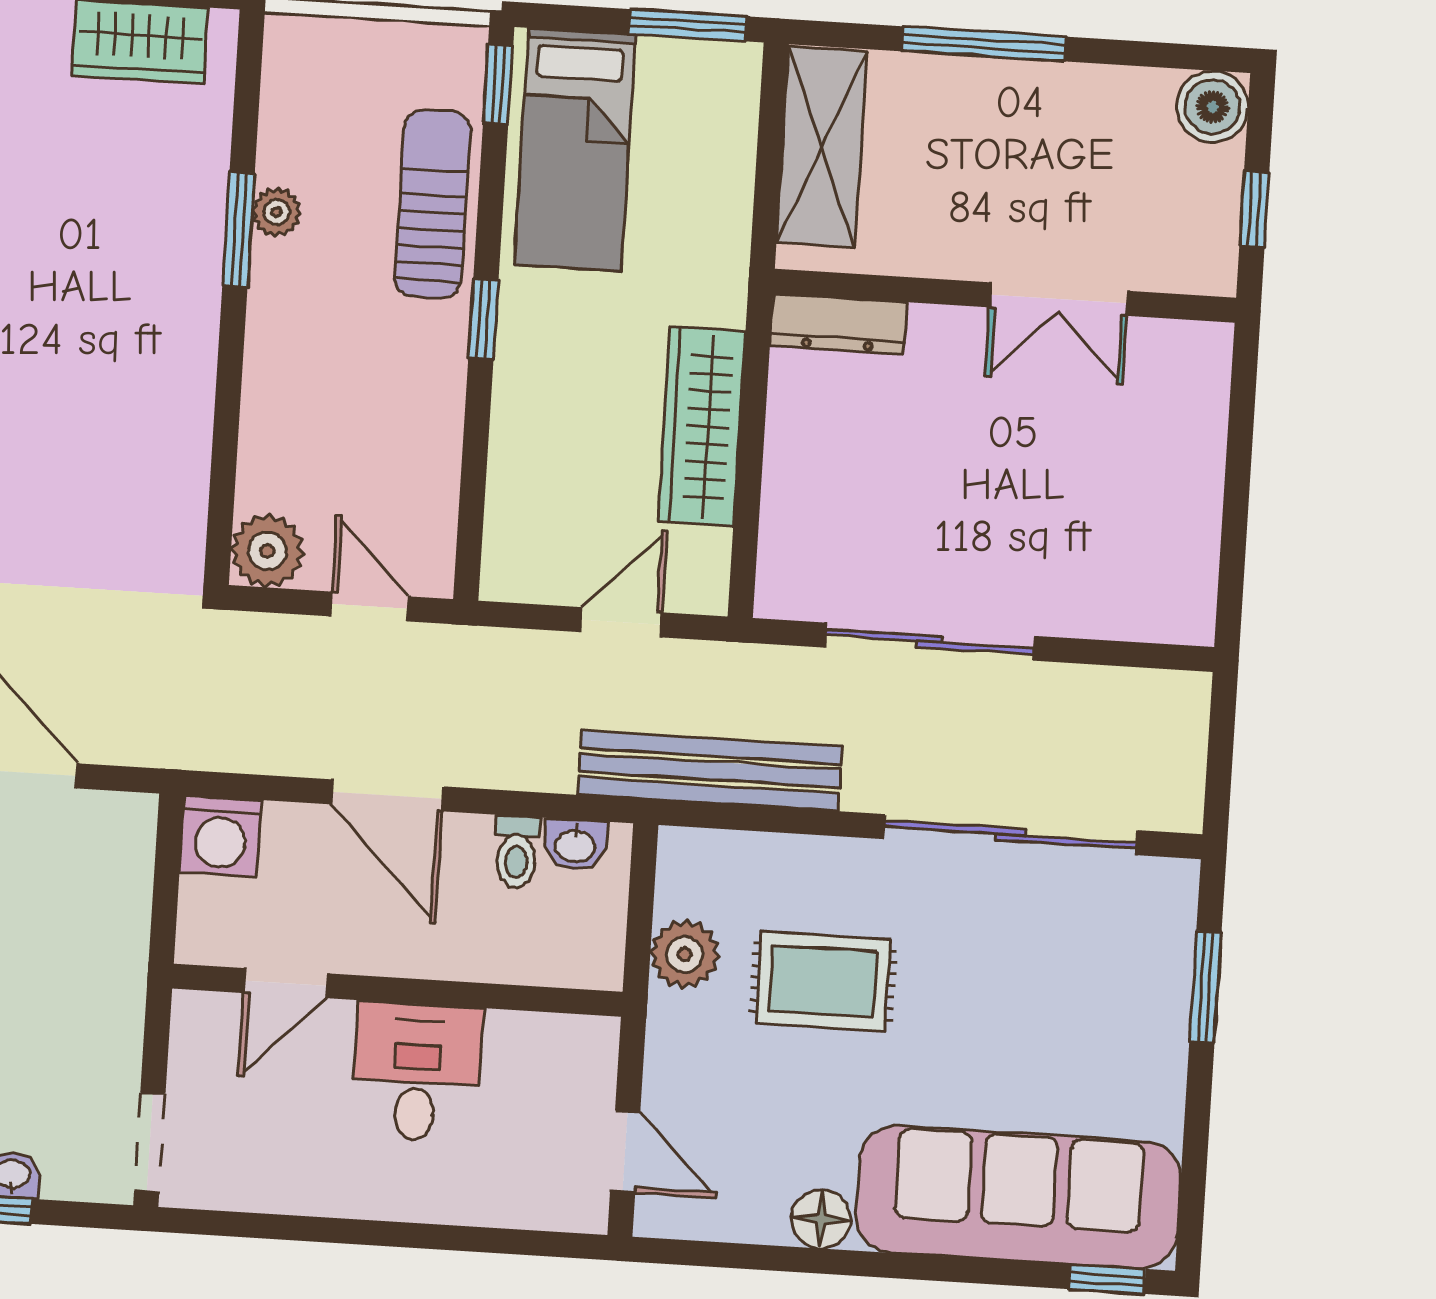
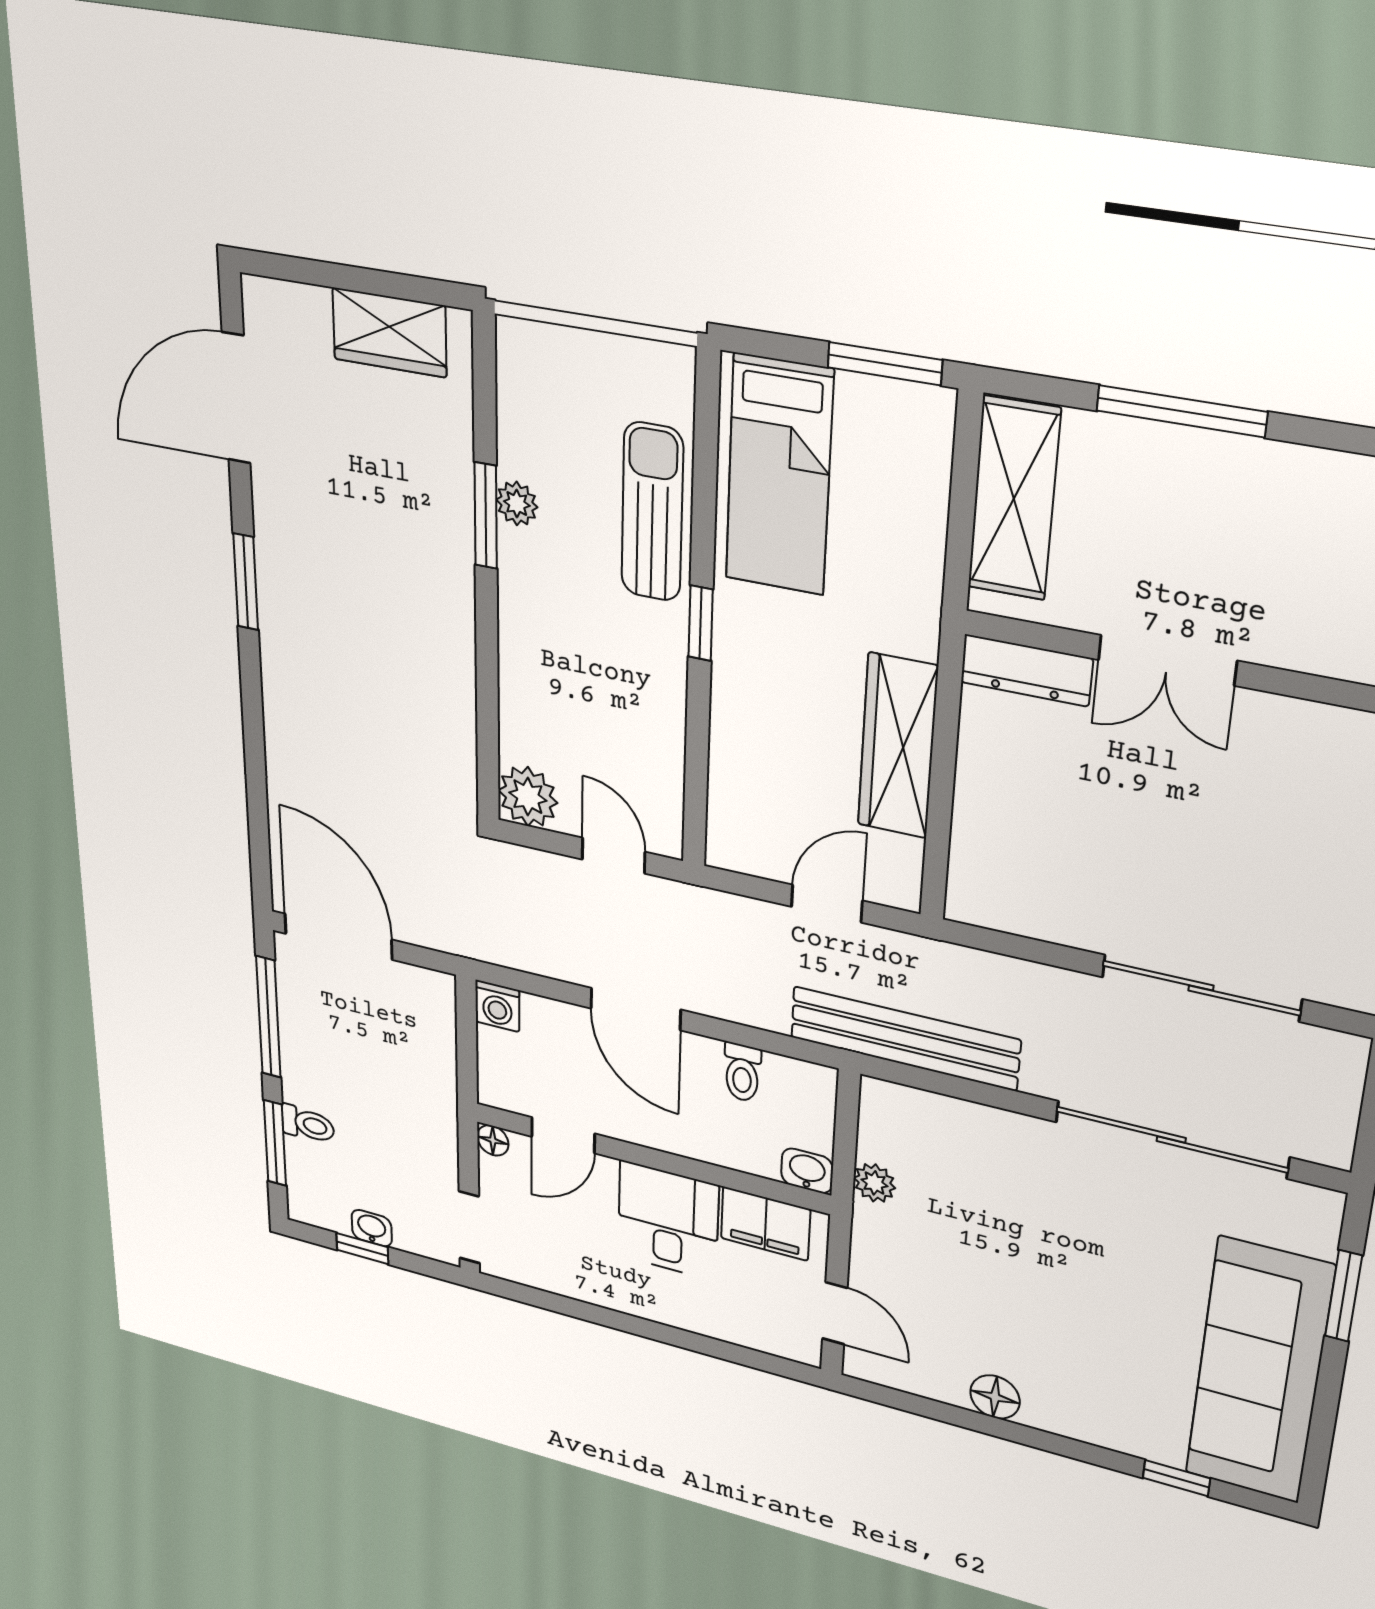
window: (498, 85) -> (707, 405), removed
double door: (1059, 299) -> (1167, 660), moved
sliding door: (929, 642) -> (1201, 988), moved
washing machine: (220, 836) -> (497, 1006), width x0.73, depth x0.73
washbasin: (575, 845) -> (807, 1171), moved, turned 180
plant: (685, 954) -> (874, 1183), width x0.73, depth x0.73
rug: (823, 981) -> (1000, 1222), removed
floor lamp: (191, 1010) -> (493, 1140), added
filing cabinet: (541, 1048) -> (765, 1224), added
sofa: (1018, 1197) -> (1259, 1371), moved, turned -90
window: (1107, 1279) -> (1176, 1478), moved

